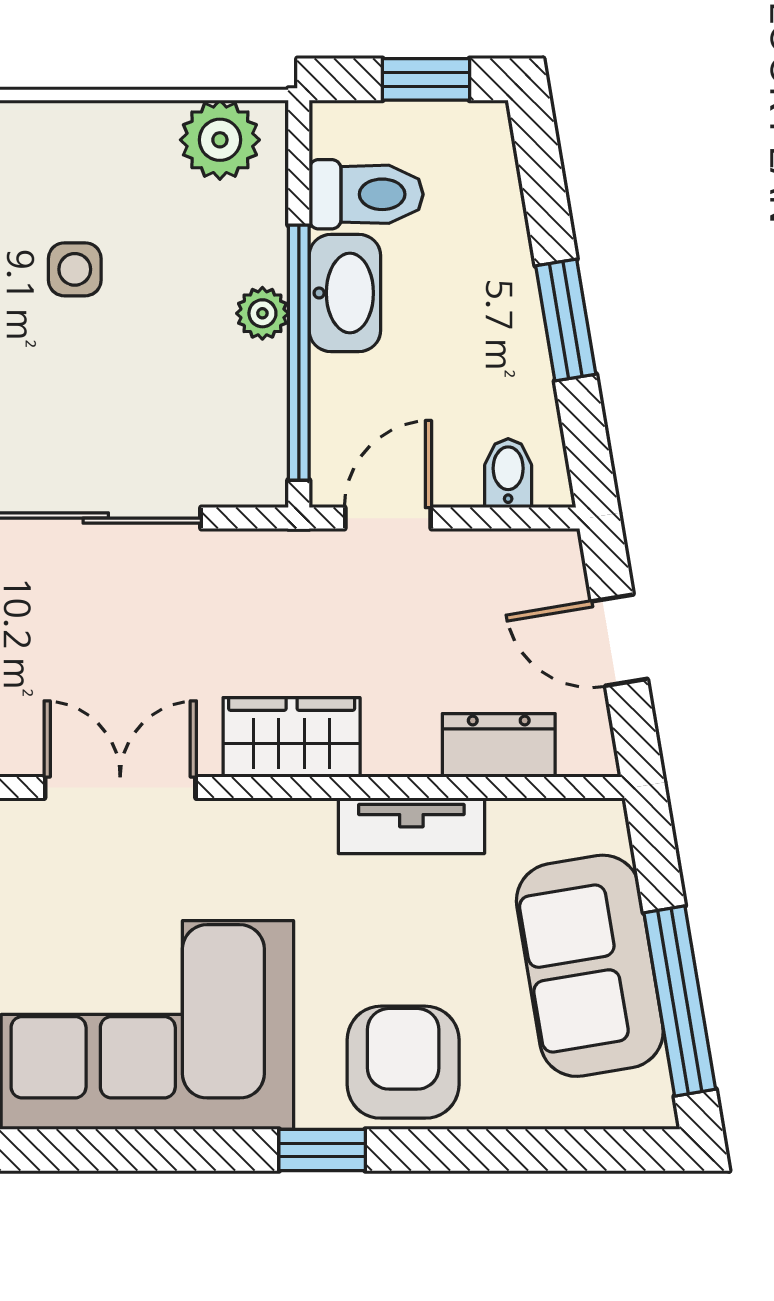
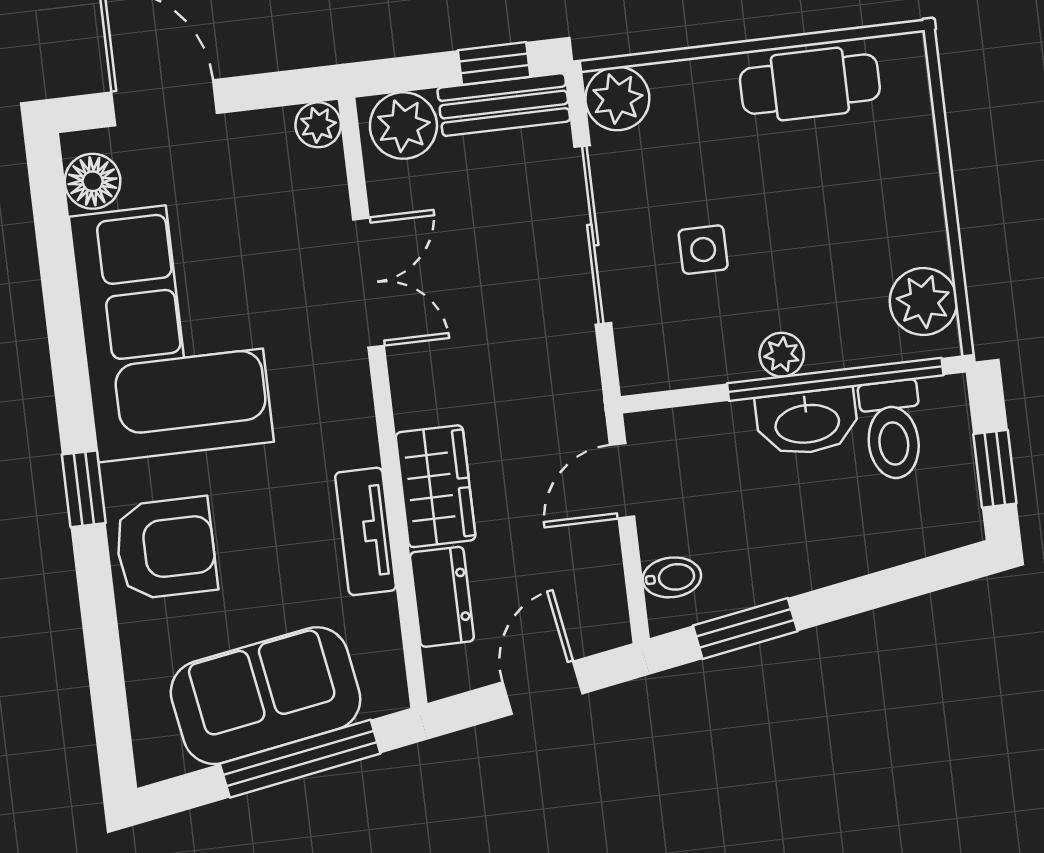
side table: (75, 269) -> (703, 250), moved
window: (566, 320) -> (745, 628), moved
window: (299, 353) -> (835, 379), moved
door: (388, 518) -> (622, 481), swing flipped
wardrobe: (292, 737) -> (436, 486), moved
window: (680, 1001) -> (300, 759), moved

